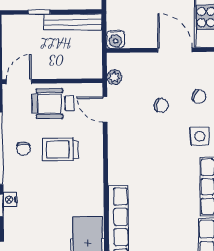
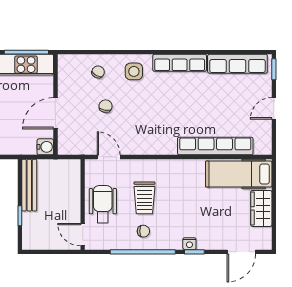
door: (175, 50) -> (55, 113), moved
plant: (114, 77) -> (80, 148), removed
wheelchair: (53, 104) -> (103, 204), turned 180
door: (105, 109) -> (109, 157), swing flipped

